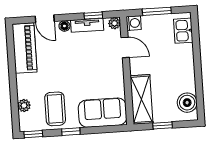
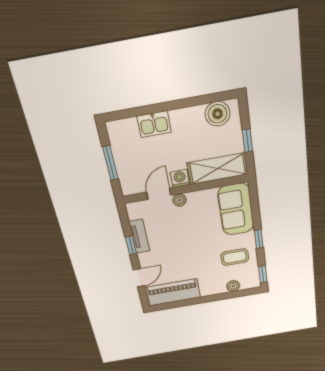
window: (93, 16) -> (131, 245), moved
plant: (114, 23) -> (180, 200), moved
washing machine: (134, 23) -> (180, 179), moved
floor lamp: (64, 26) -> (144, 258), removed
kitchen sink: (183, 31) -> (154, 124), moved
coffee table: (55, 109) -> (235, 257), width x0.73, depth x0.77

